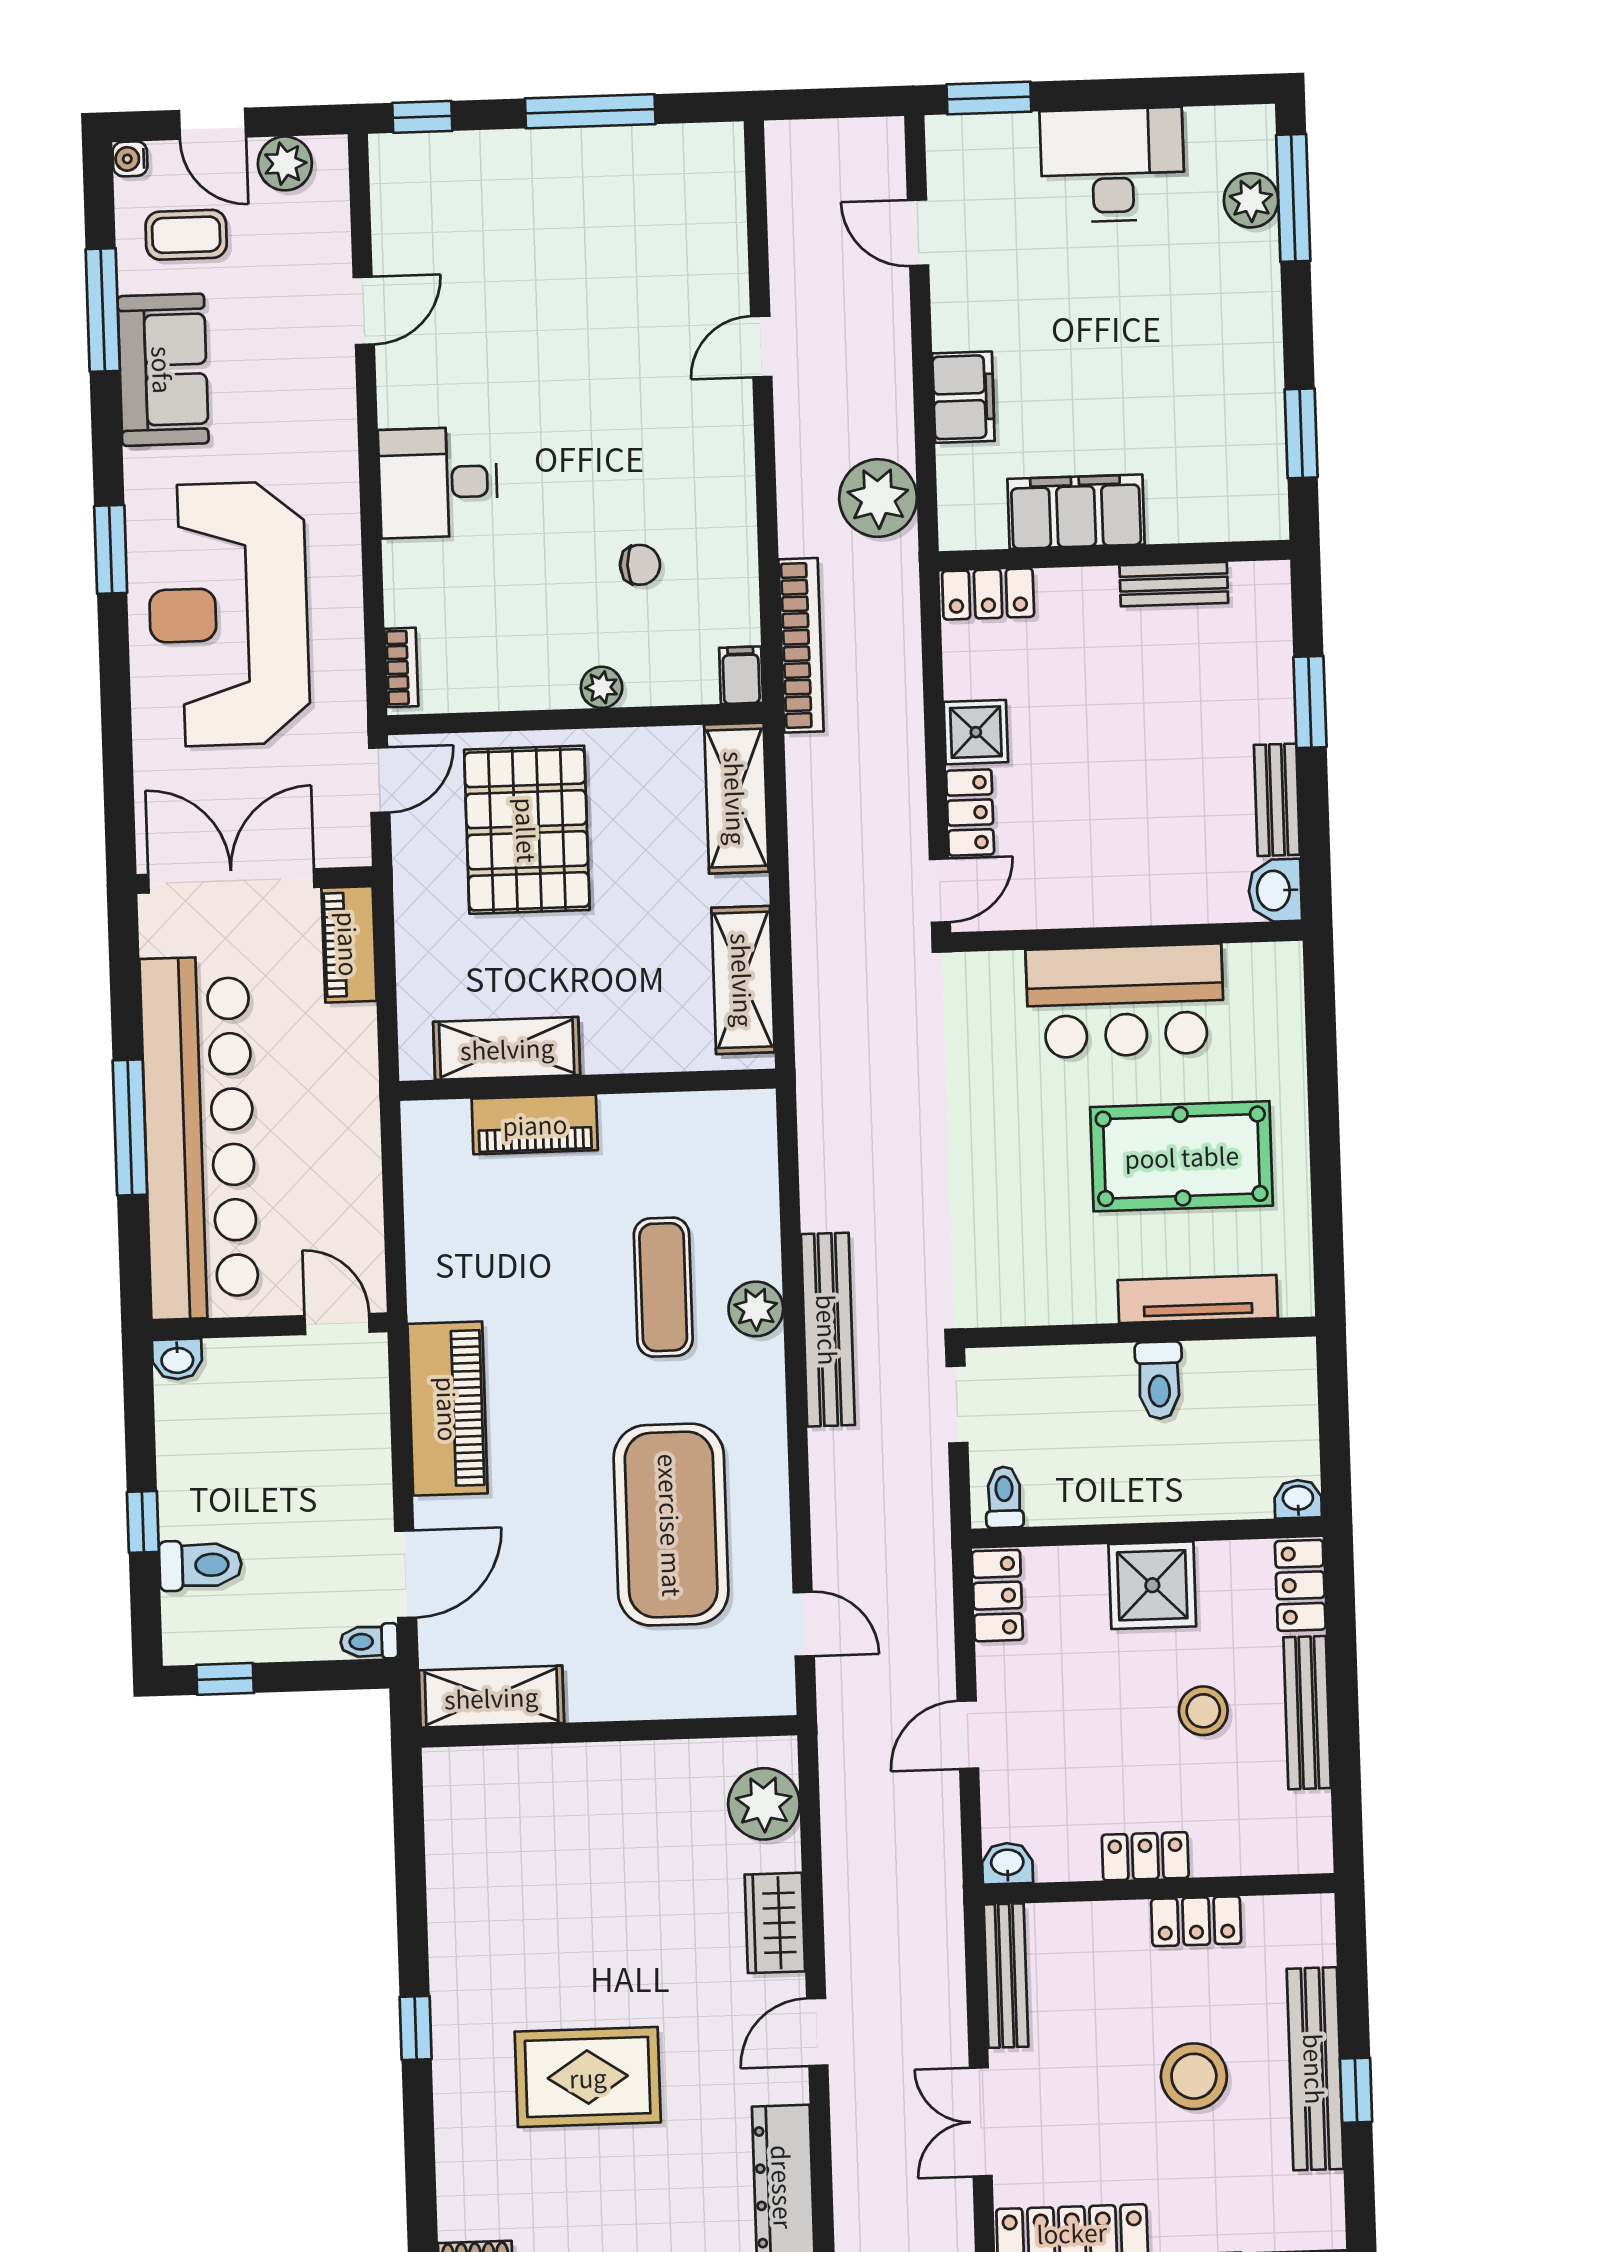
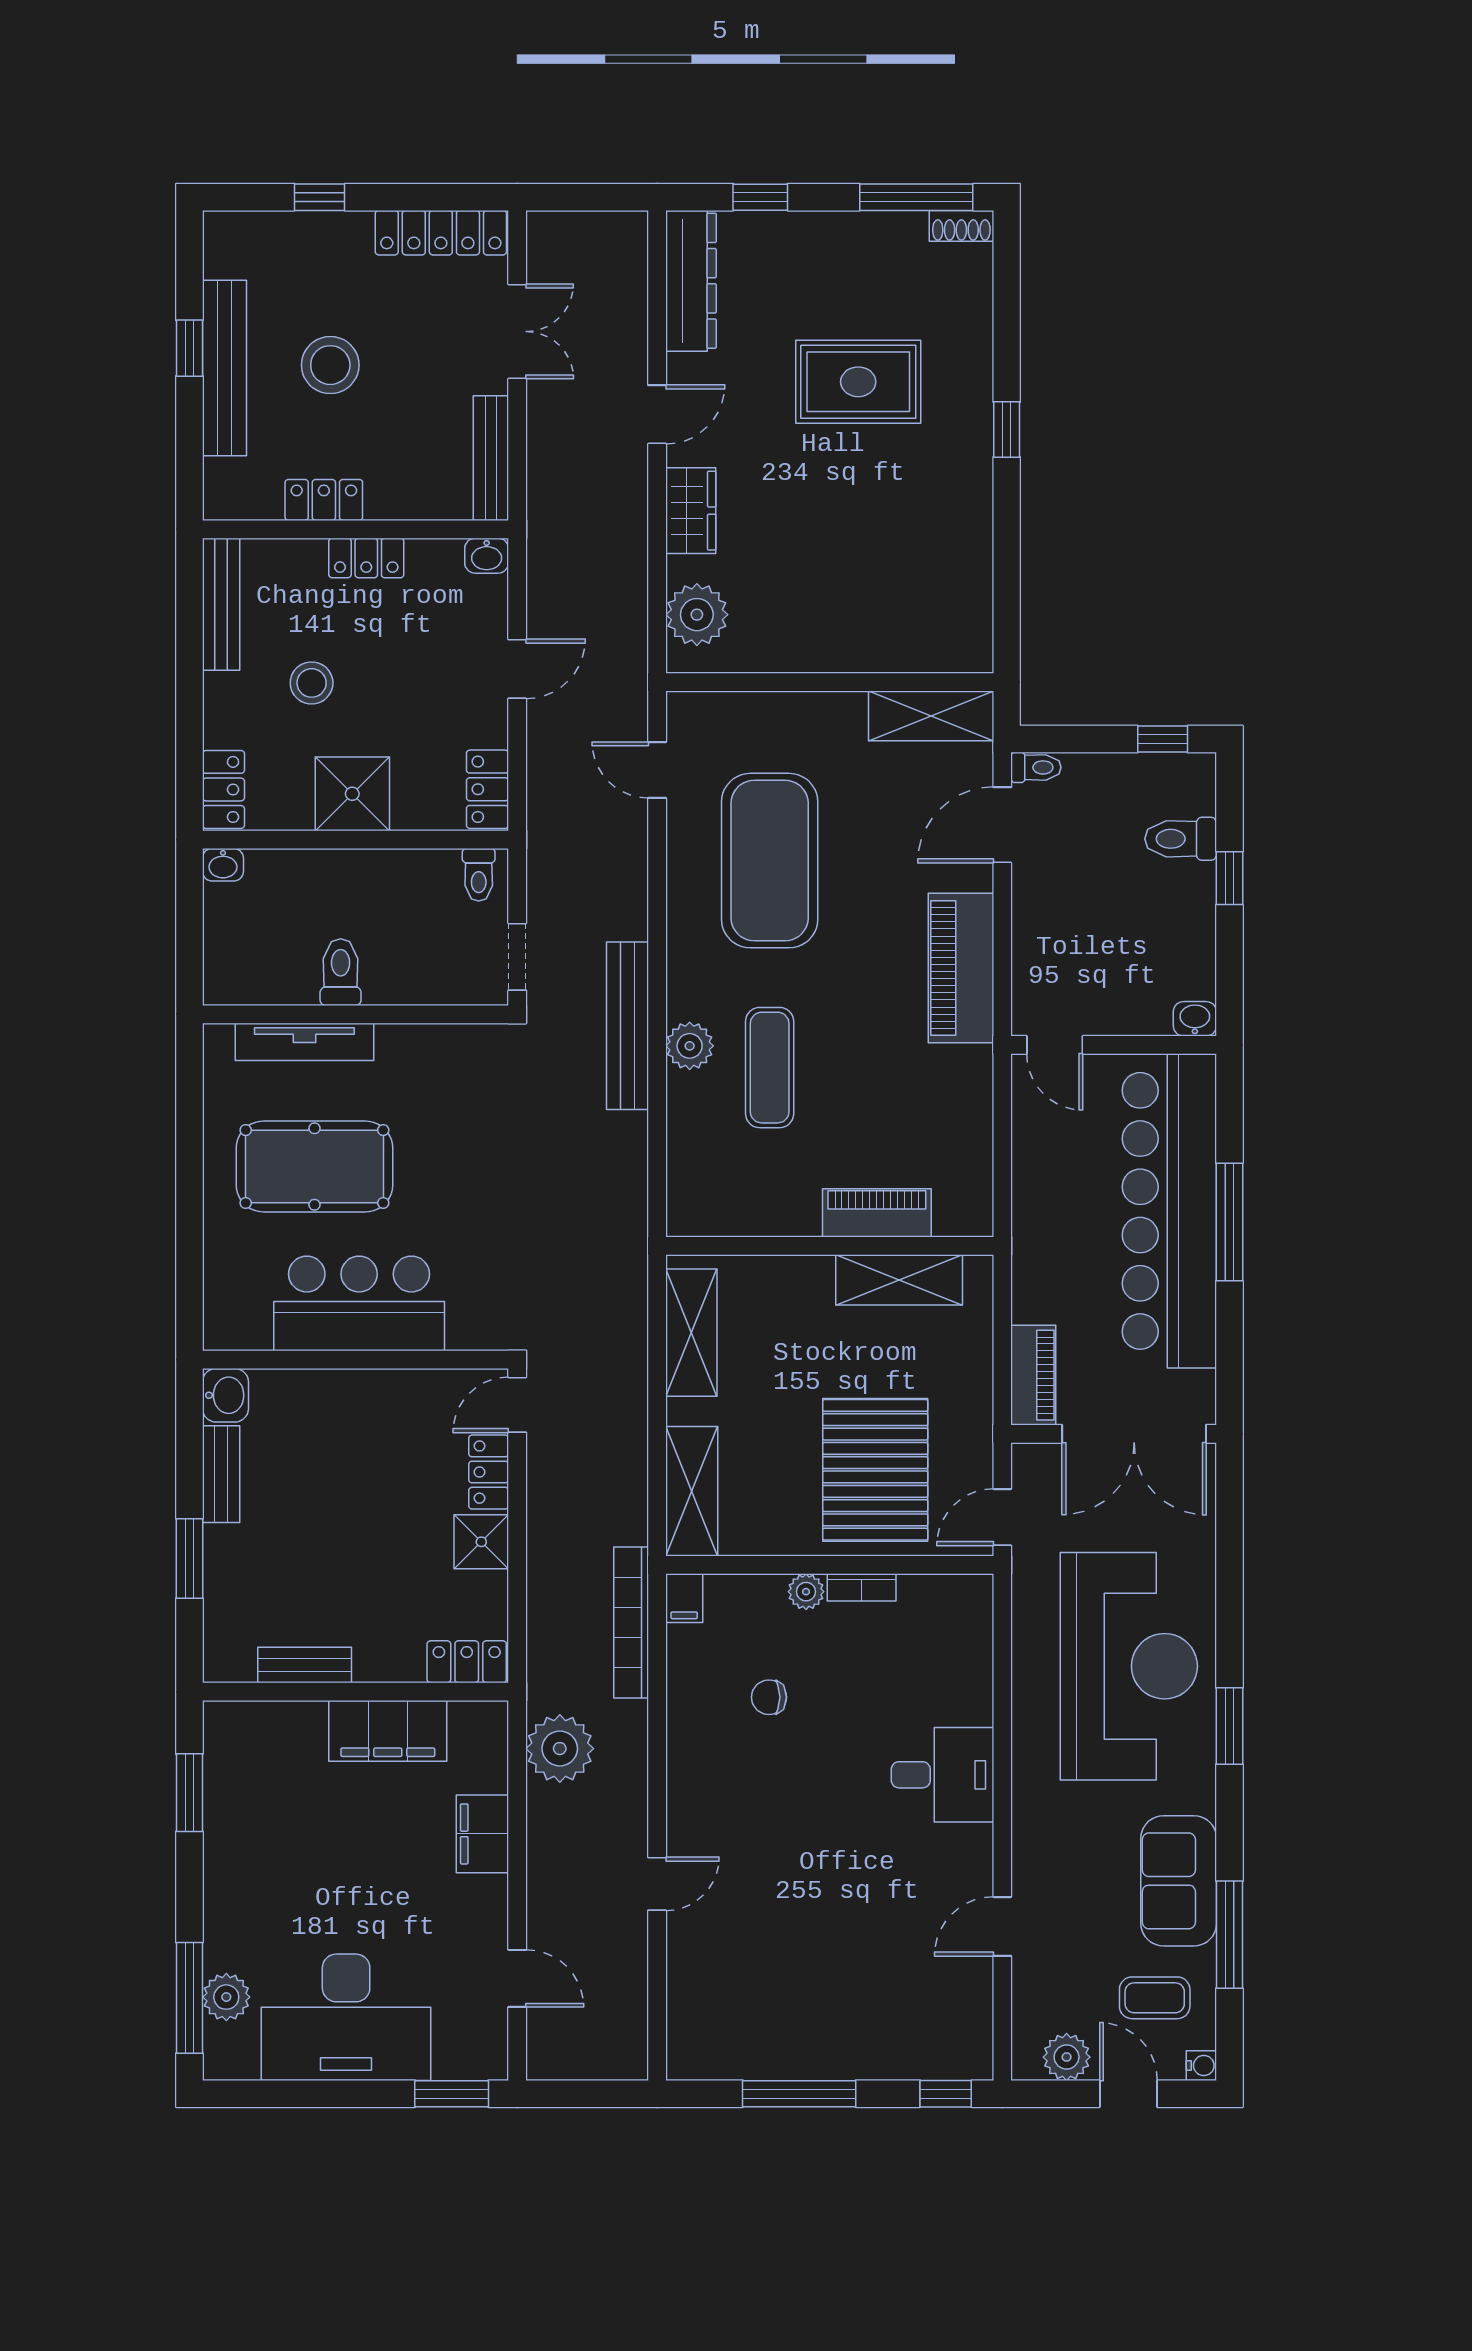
desk: (1112, 165) -> (346, 2017), width x1.36, depth x1.30
bookcase: (401, 667) -> (862, 1587), moved, turned -90
bench: (1307, 1713) -> (221, 604), moved

